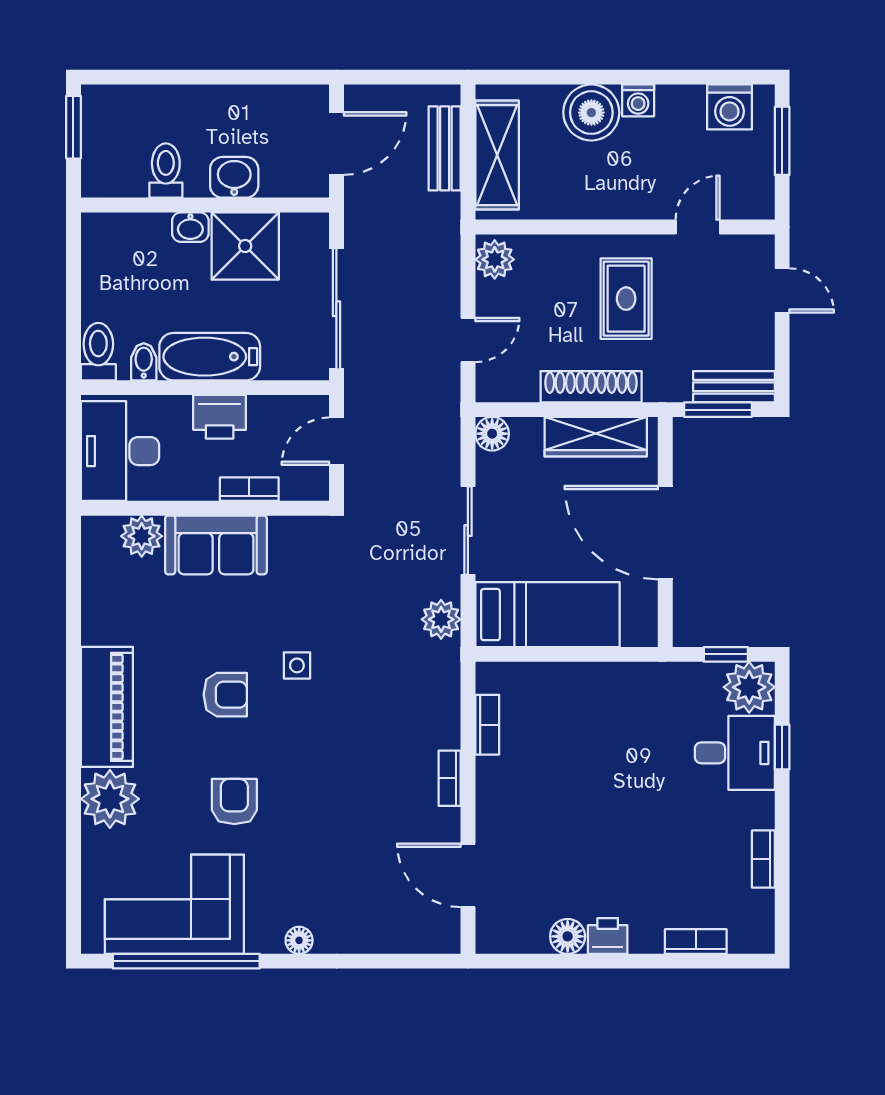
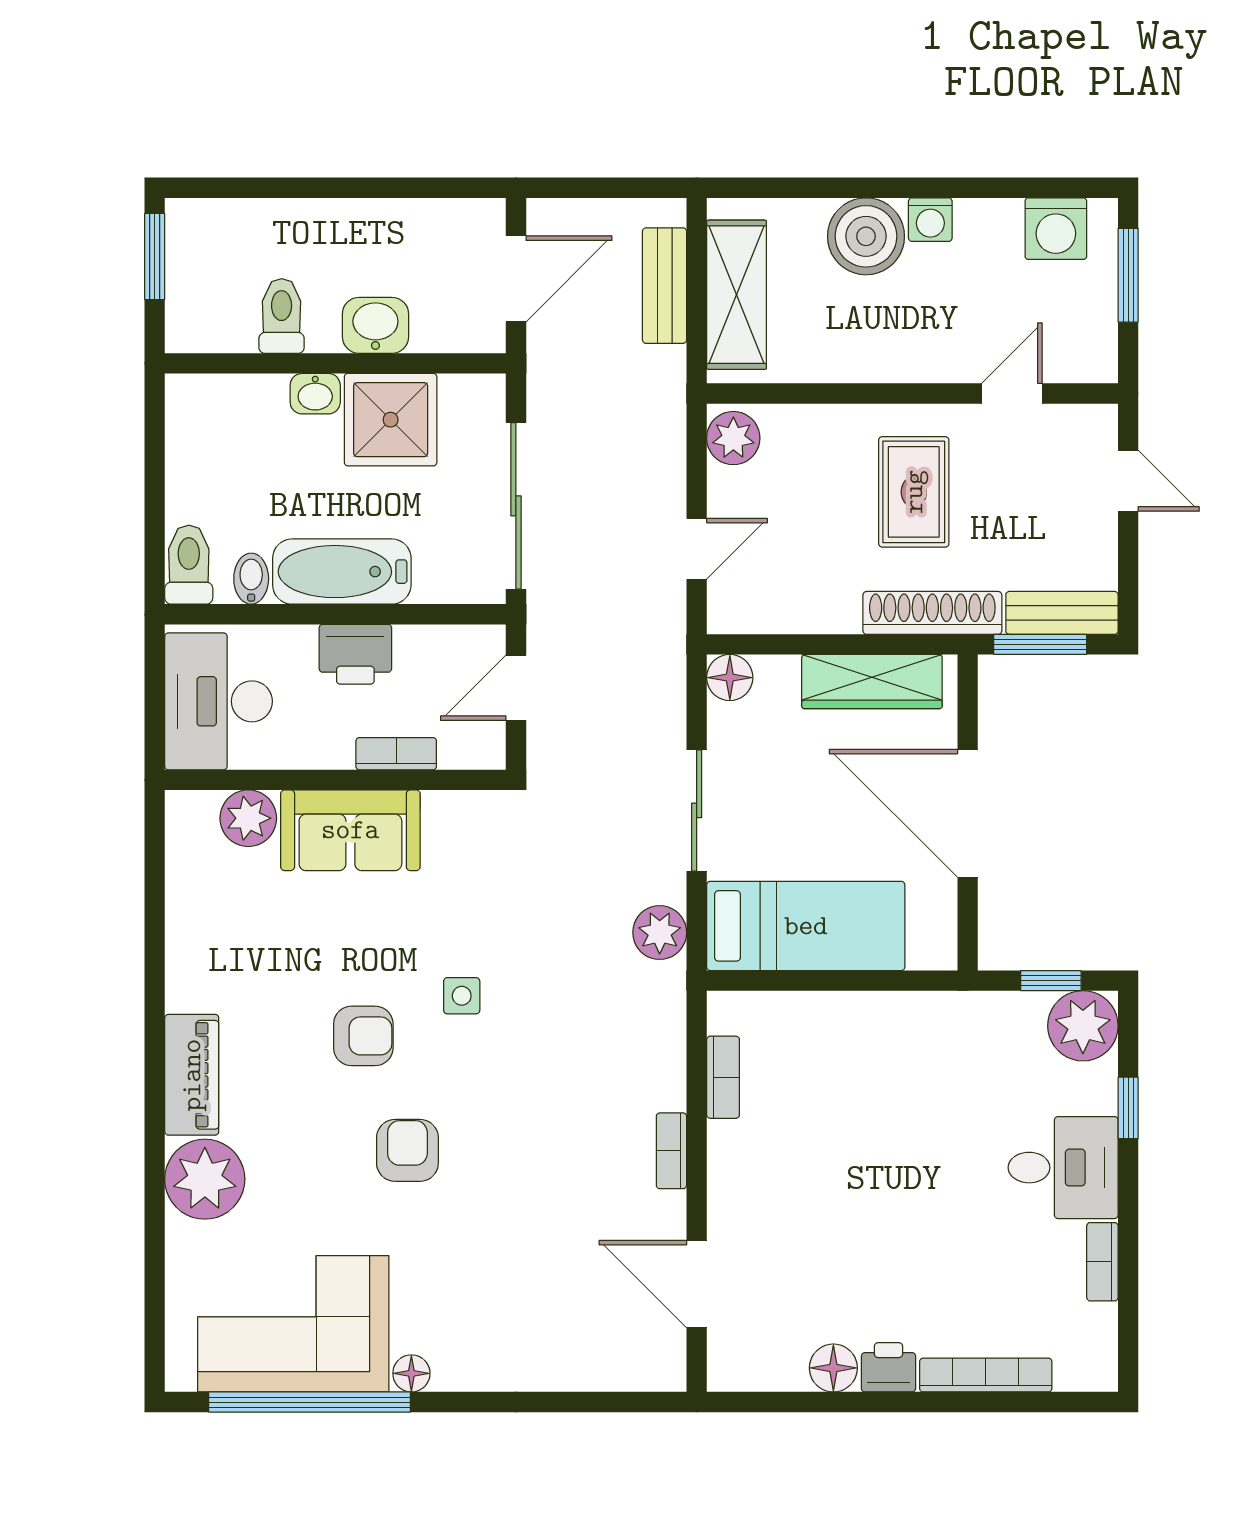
shoe rack: (591, 387) -> (932, 613), moved
piano: (107, 707) -> (192, 1075), width x0.73, depth x0.75
desk: (735, 753) -> (1063, 1168), moved
armchair: (234, 801) -> (407, 1150), moved
floor lamp: (299, 940) -> (411, 1373), moved
bookcase: (696, 942) -> (986, 1375), width x1.56

